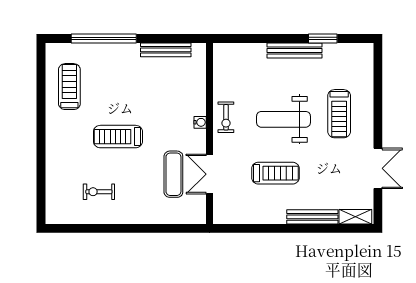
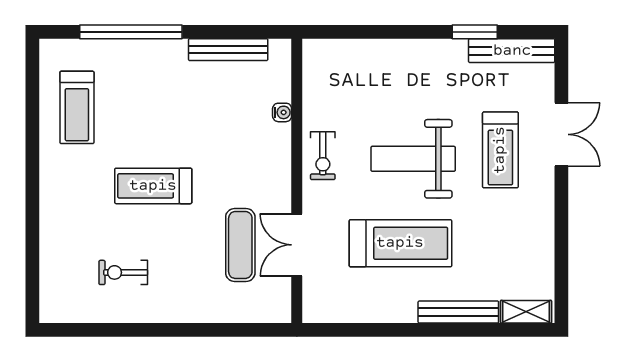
bench: (294, 50) -> (512, 51), moved
treadmill: (69, 87) -> (77, 107), turned 180
water cooler: (200, 122) -> (282, 112), moved
double door: (378, 168) -> (561, 134), moved
treadmill: (275, 173) -> (400, 243), width x1.37, depth x1.38

